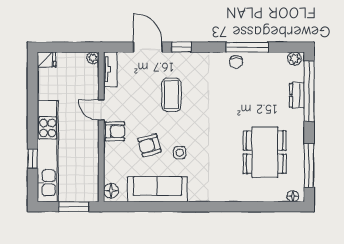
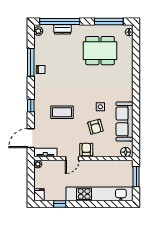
door: (148, 47) -> (31, 138), moved
window: (33, 159) -> (60, 204), moved

